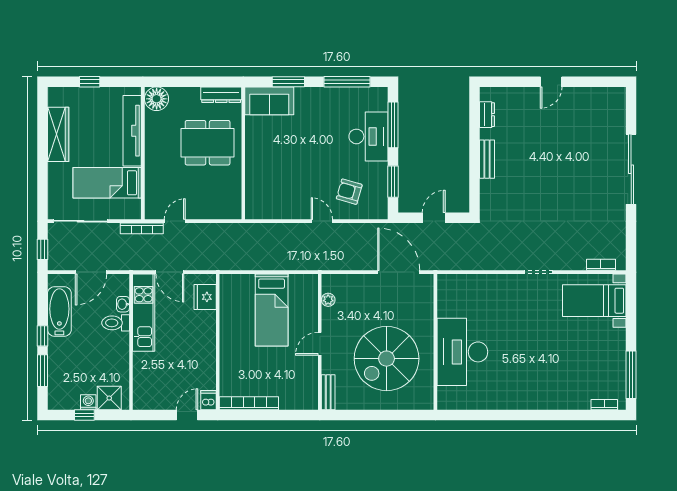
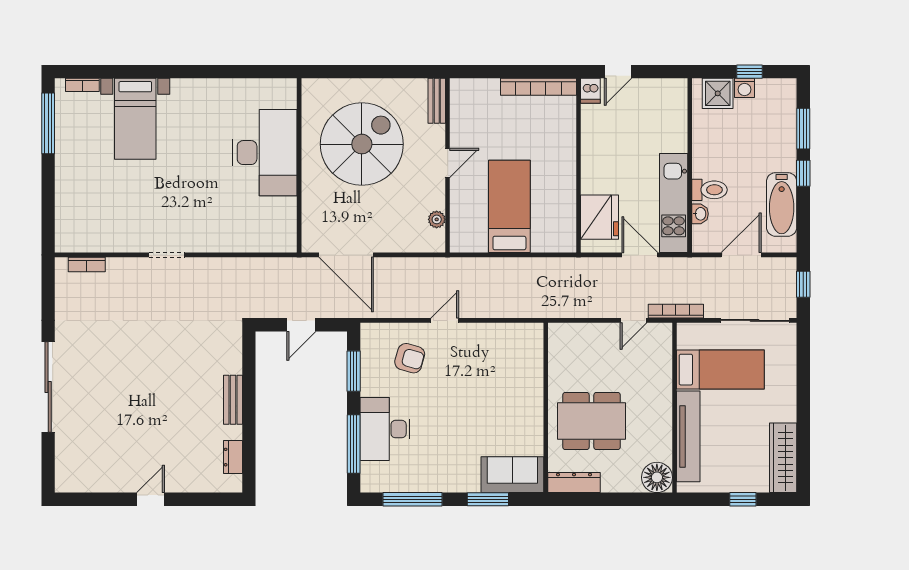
wardrobe: (58, 134) -> (783, 458), moved
door: (322, 221) -> (445, 320), swing flipped
fridge: (205, 297) -> (599, 217), width x1.36, depth x1.34
bed with nightstands: (594, 301) -> (135, 119), moved, turned 90

